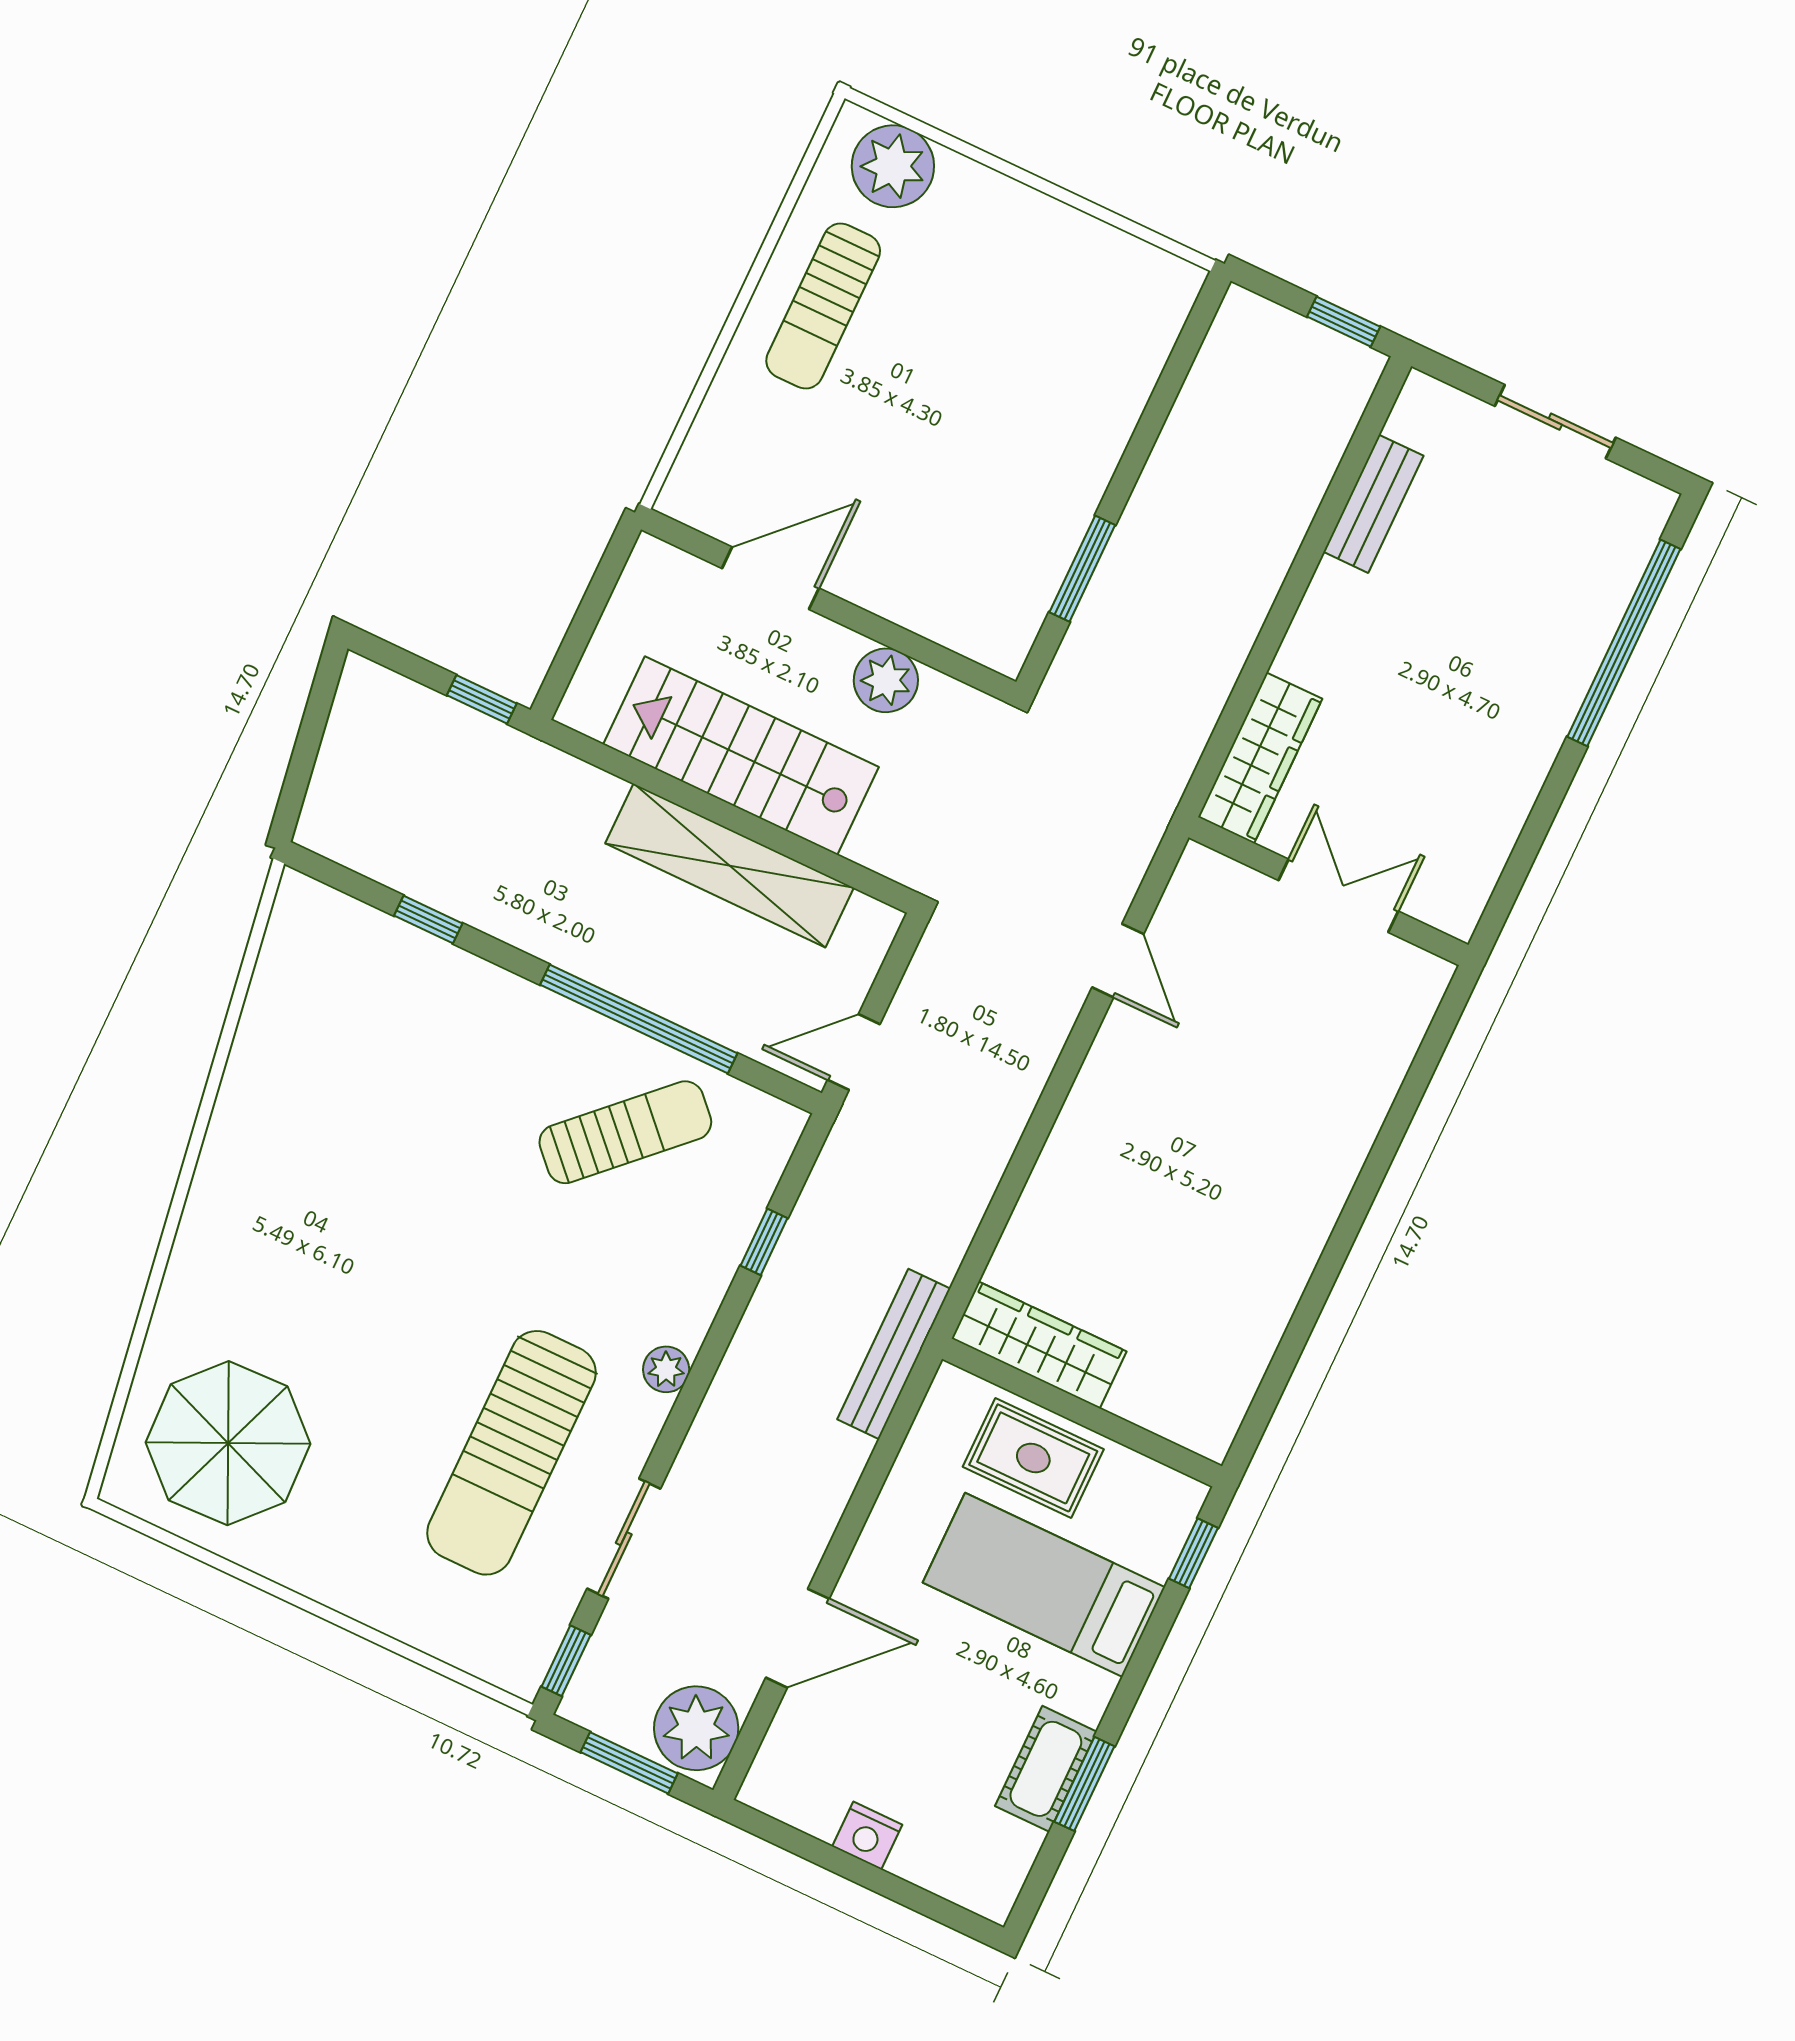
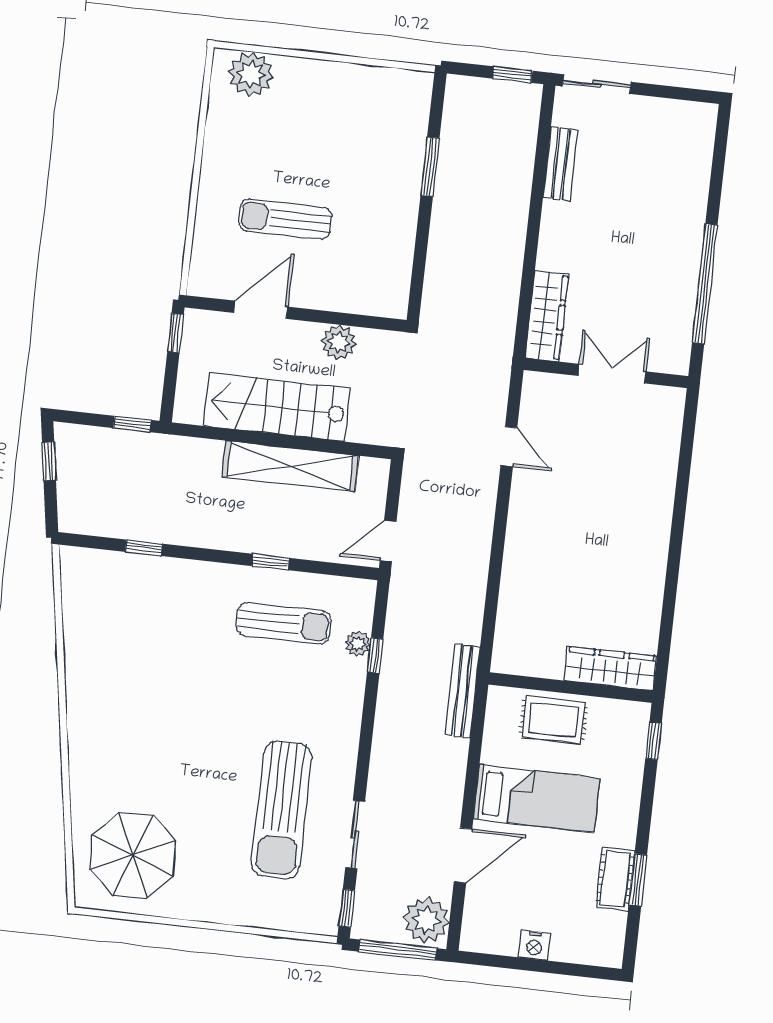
sun lounger: (823, 306) -> (285, 219), moved, turned 90
sliding door: (1555, 422) -> (597, 84), moved
window: (610, 568) -> (176, 333), added
window: (1082, 569) -> (430, 167), moved
window: (1624, 643) -> (705, 284), moved
window: (316, 714) -> (49, 461), added
window: (639, 1019) -> (271, 562), width x0.32
sun lounger: (625, 1132) -> (284, 623), turned 44
wardrobe: (1039, 1345) -> (610, 668), moved
plant: (666, 1369) -> (358, 644), moved
bed: (1044, 1585) -> (537, 799), moved, turned 180
window: (629, 1763) -> (398, 950), width x1.44

